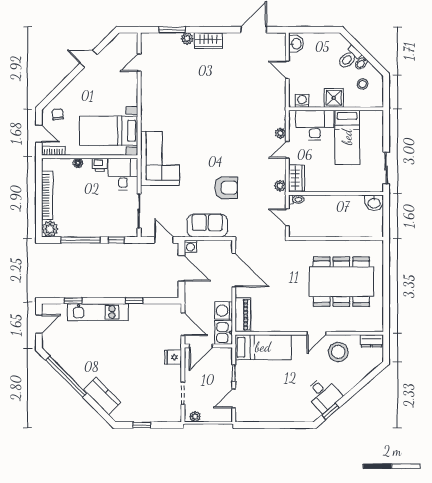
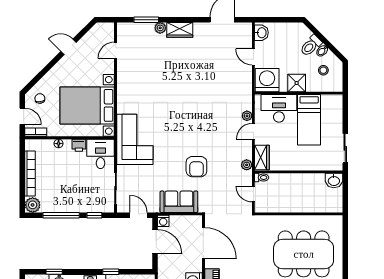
washing machine: (302, 101) -> (267, 80), width x1.89, depth x1.89
bed with nightstands: (109, 131) -> (87, 105), width x1.36
armchair: (226, 188) -> (196, 167), turned 90

